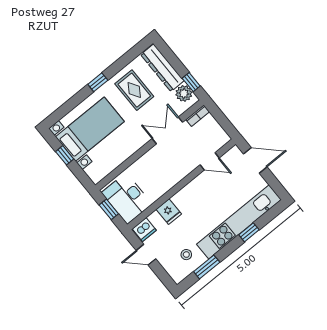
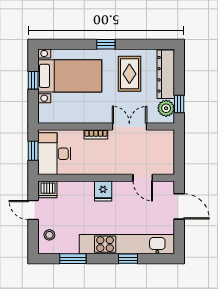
bookcase: (198, 116) -> (96, 134), moved
fridge: (169, 212) -> (103, 191), moved
stool: (186, 255) -> (49, 235), moved

